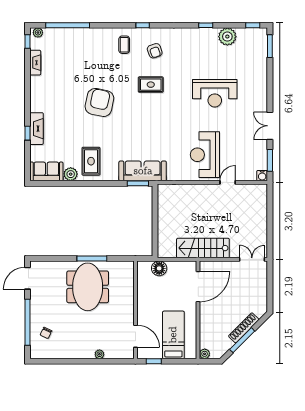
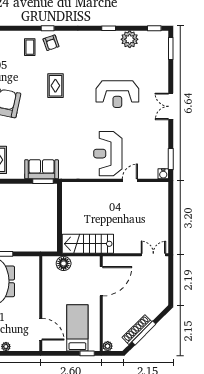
armchair: (155, 51) -> (51, 43), moved
rug: (151, 85) -> (55, 86), turned 90
double door: (270, 126) -> (171, 106), moved
sofa: (143, 171) -> (42, 169), width x0.73
stairs: (203, 248) -> (88, 244), moved
shoe rack: (244, 328) -> (137, 330), moved
window: (154, 361) -> (87, 353), moved

